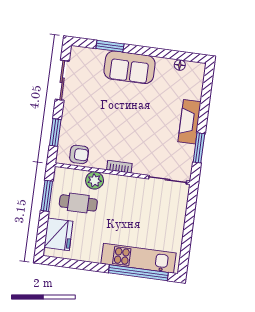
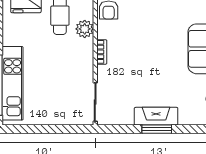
window: (199, 148) -> (157, 129), moved

